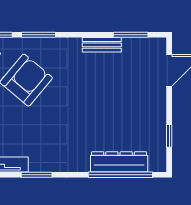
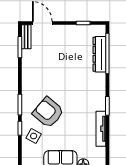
bench: (102, 45) -> (26, 37), moved

